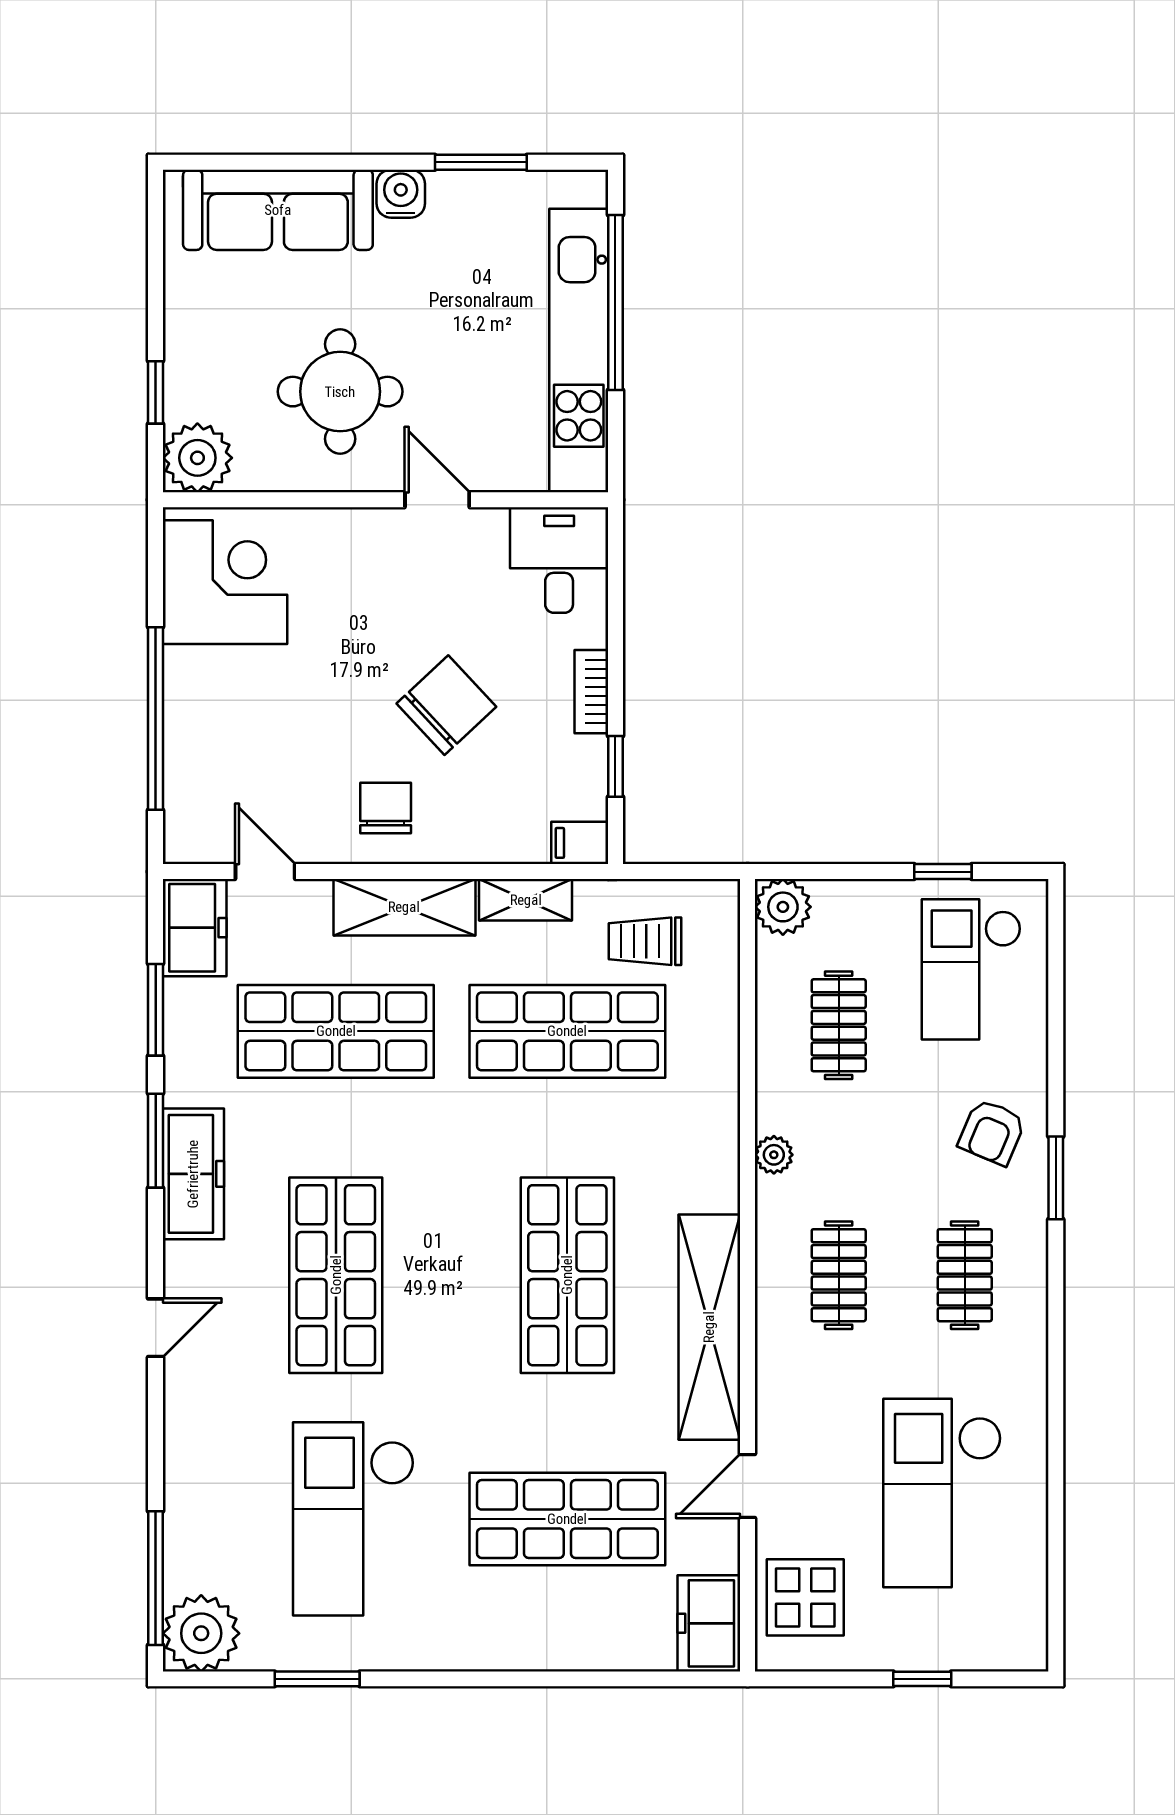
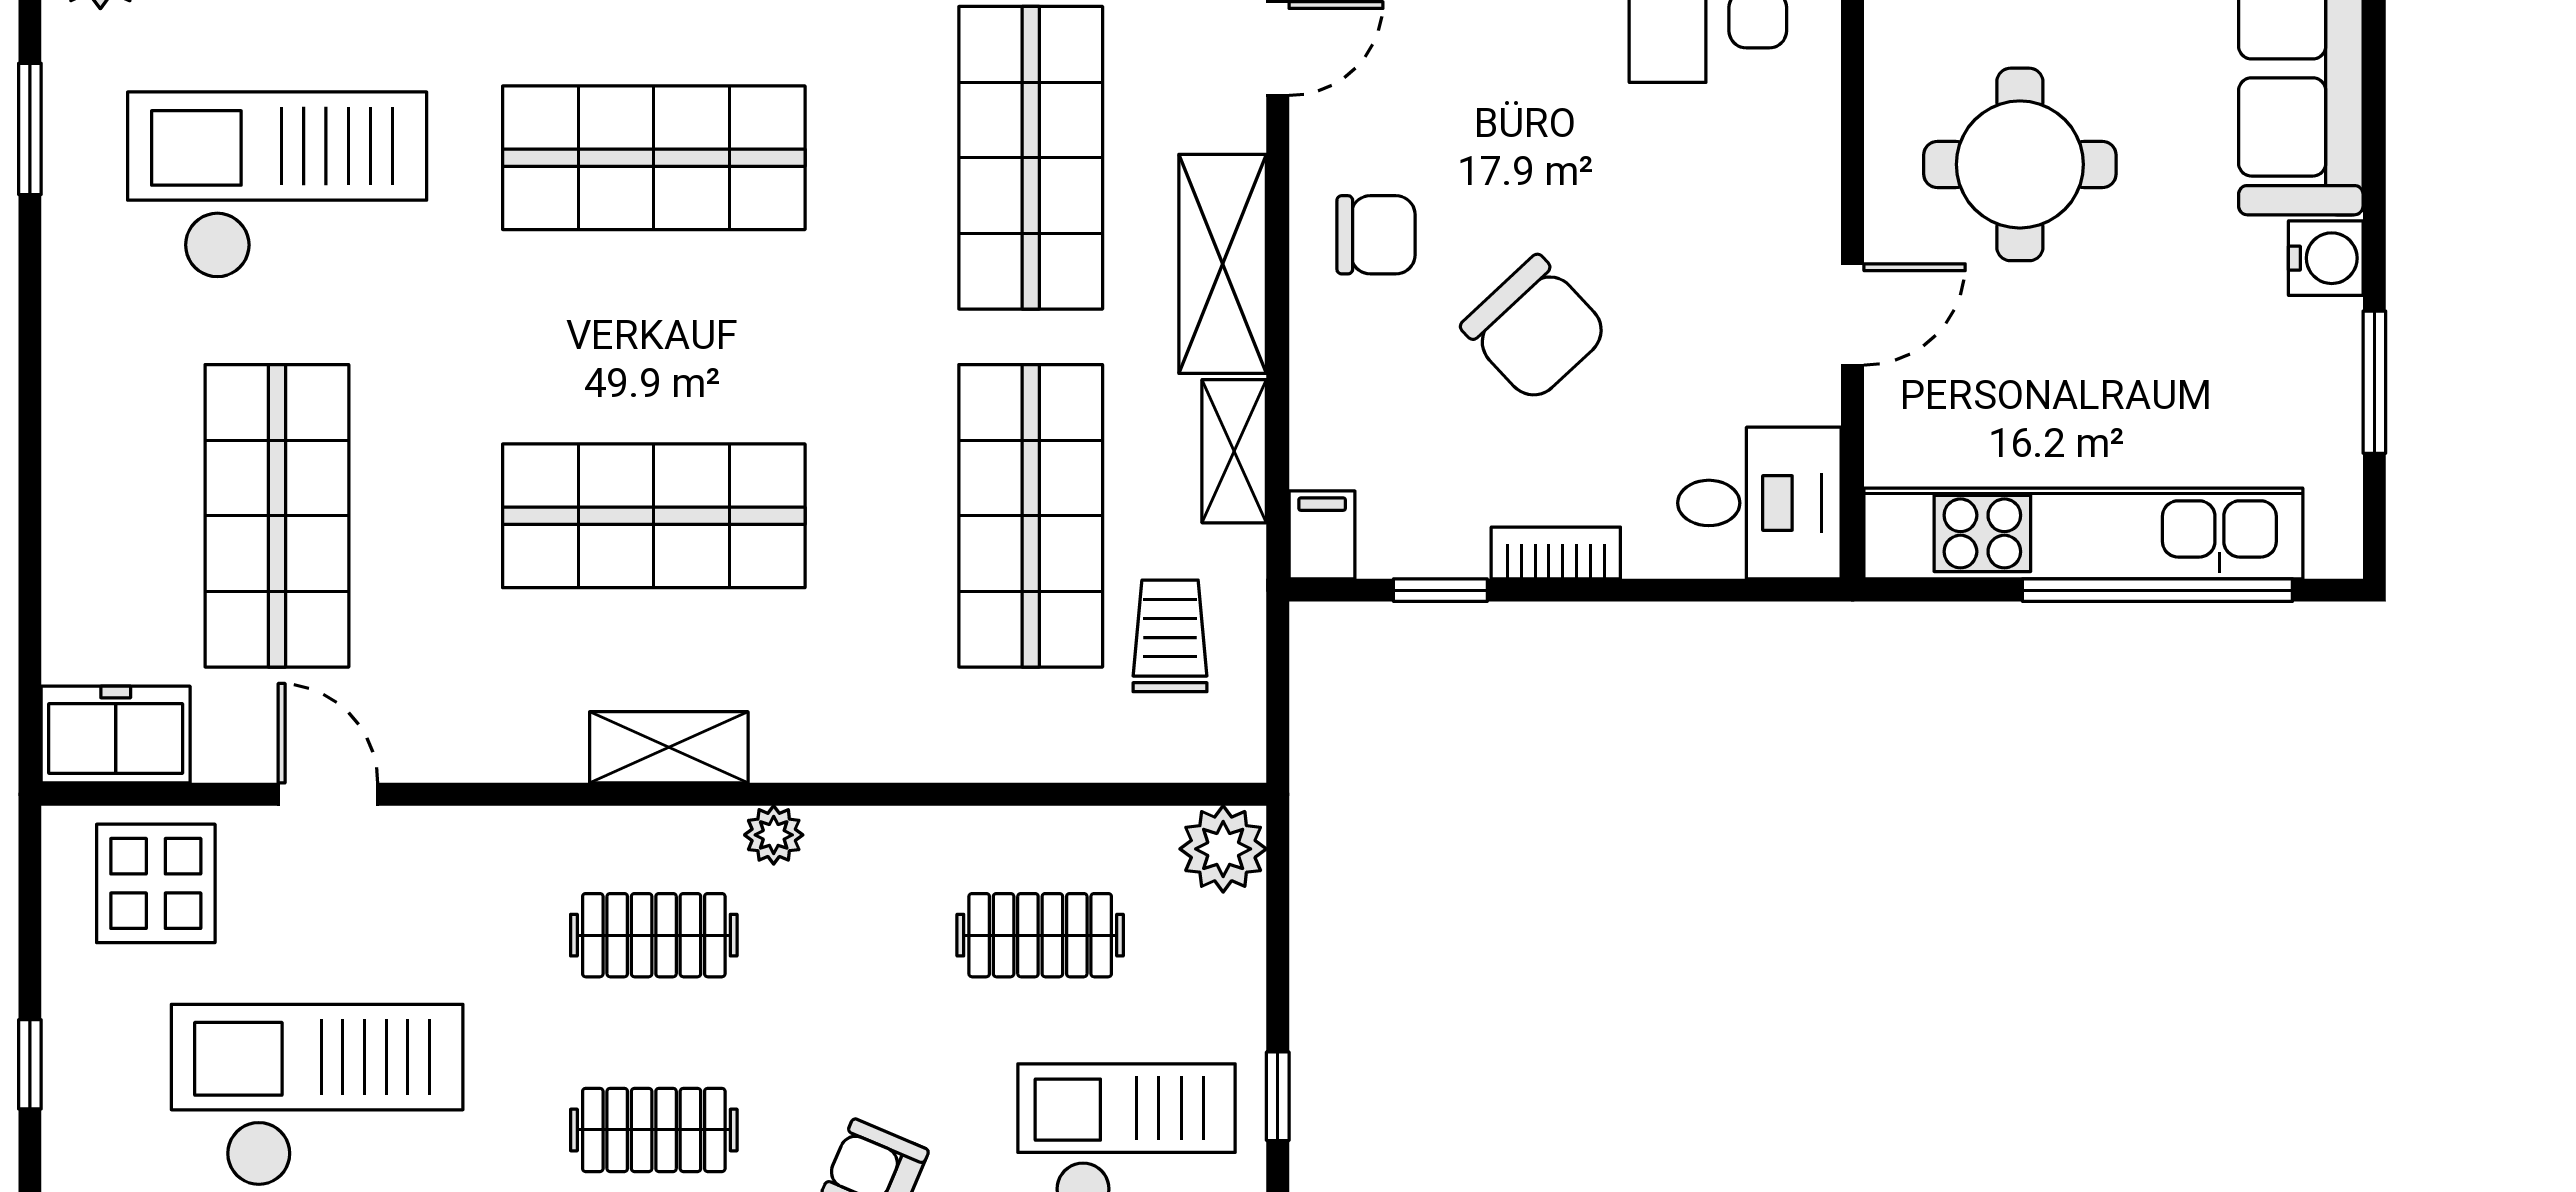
plant: (774, 1155) -> (774, 835), moved
shelving: (709, 1327) -> (669, 747), width x0.45, depth x0.75

